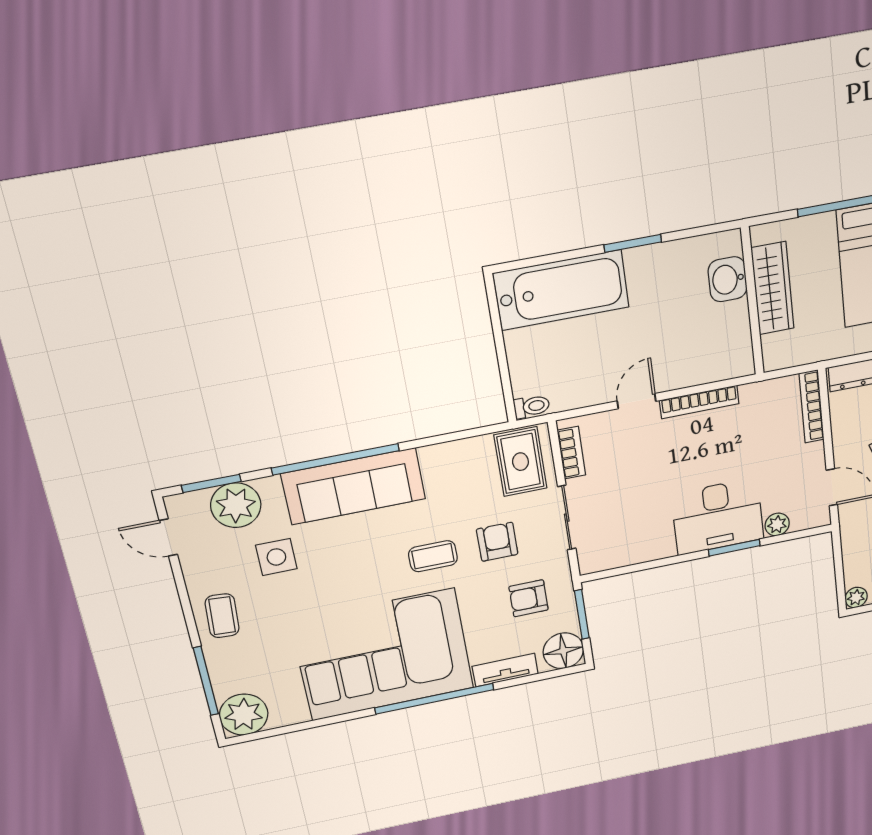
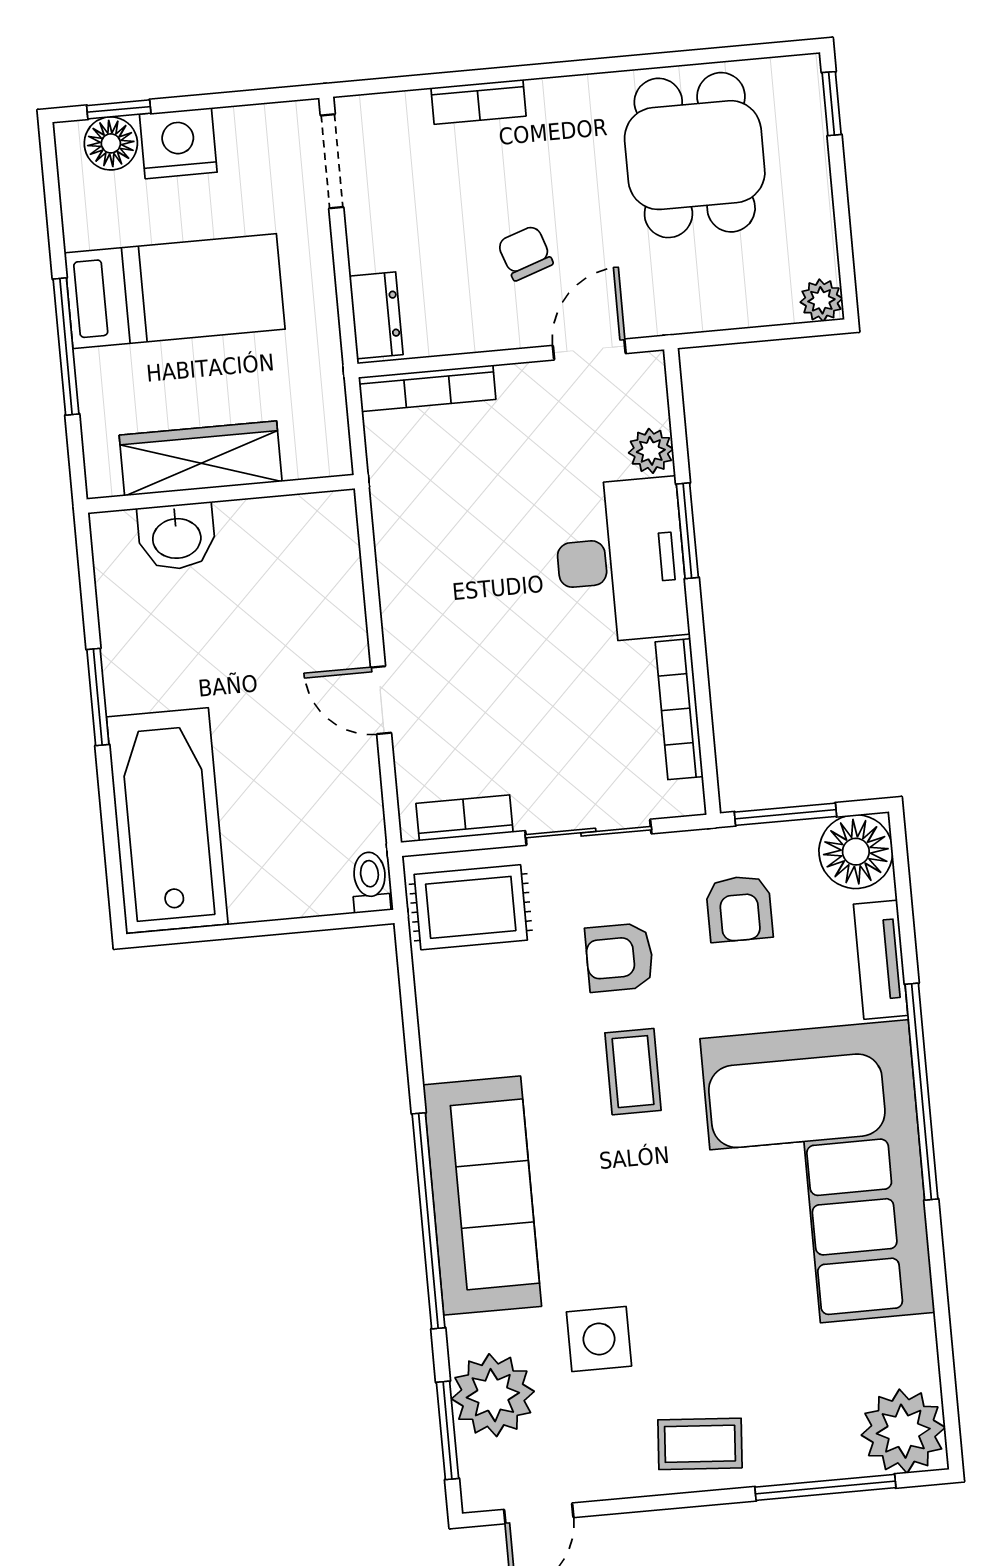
bookcase: (699, 402) -> (679, 709), moved, turned 180

